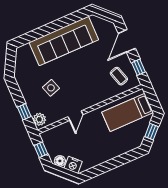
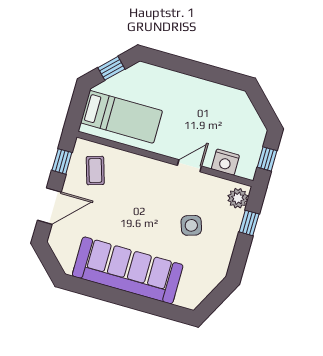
floor lamp: (60, 161) -> (255, 126), removed
nightstand: (73, 165) -> (225, 162), moved, turned 135

